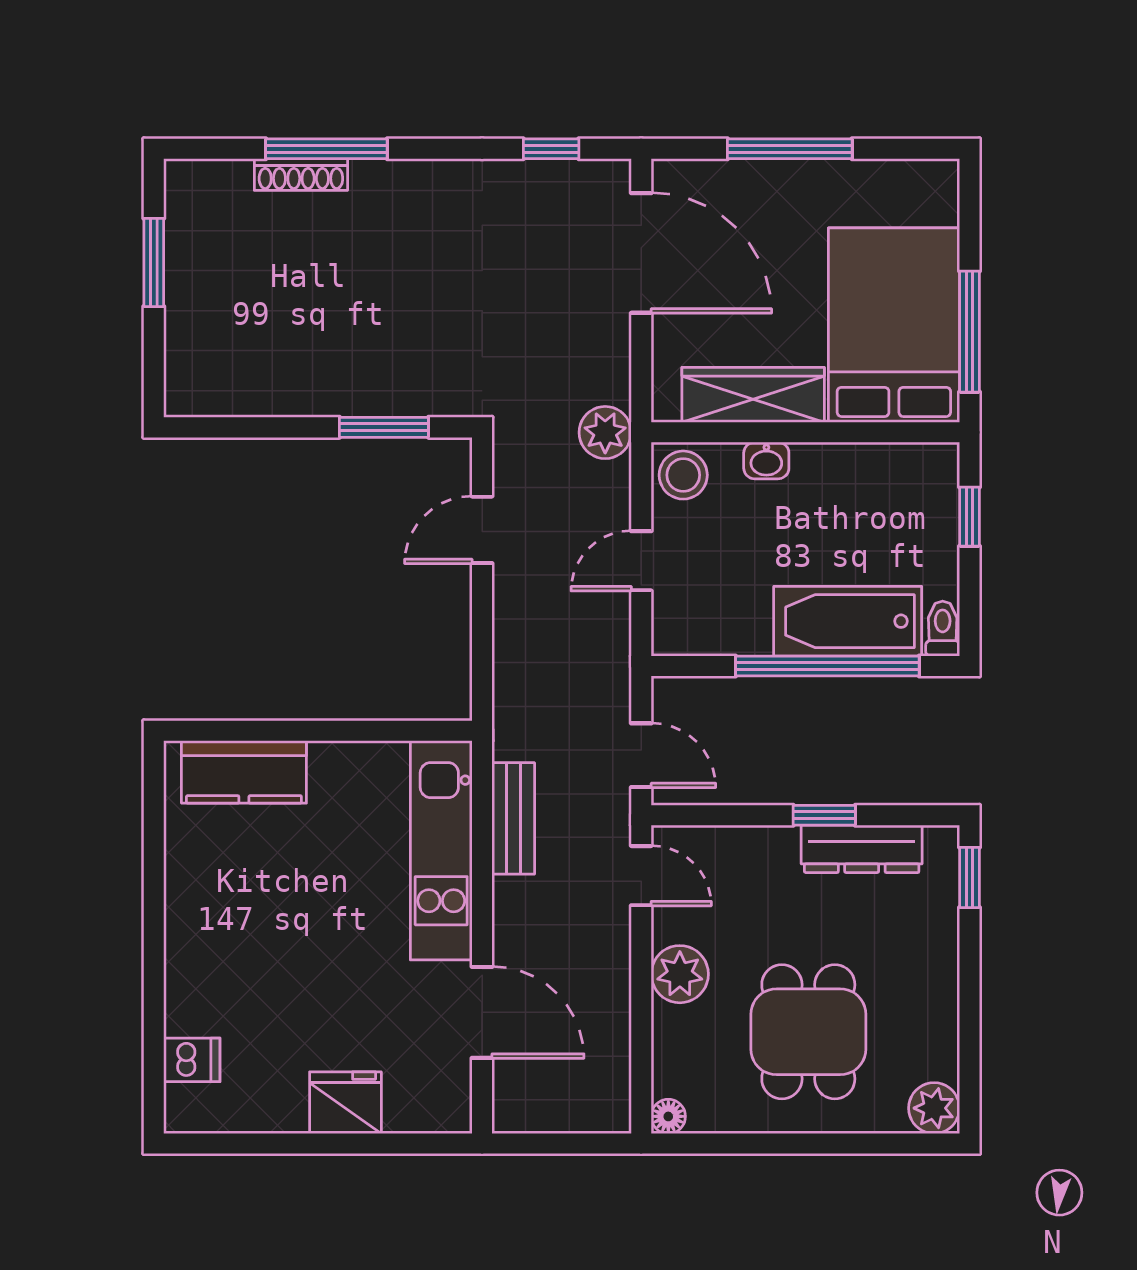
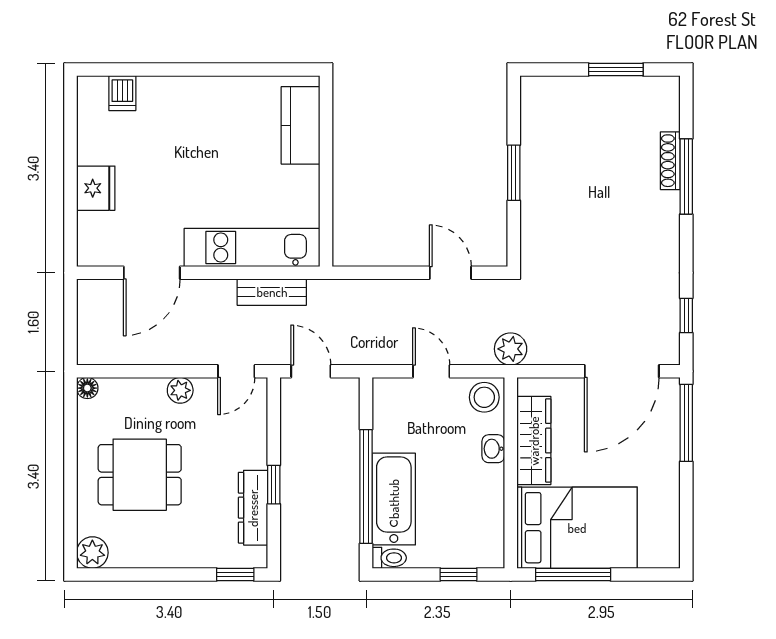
window: (790, 149) -> (686, 423), moved
window: (384, 427) -> (514, 173), moved
door: (641, 755) -> (311, 371), swing flipped
plant: (680, 974) -> (180, 390), width x0.73, depth x0.73

